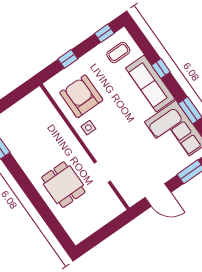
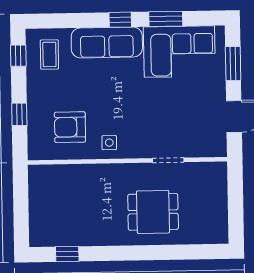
window: (161, 69) -> (120, 20), moved
armchair: (81, 96) -> (70, 127), width x0.73, depth x0.73

